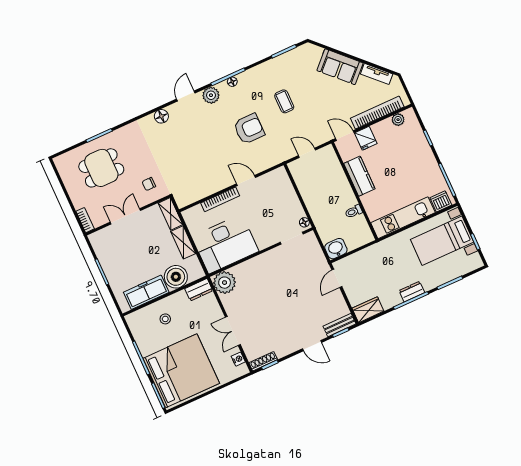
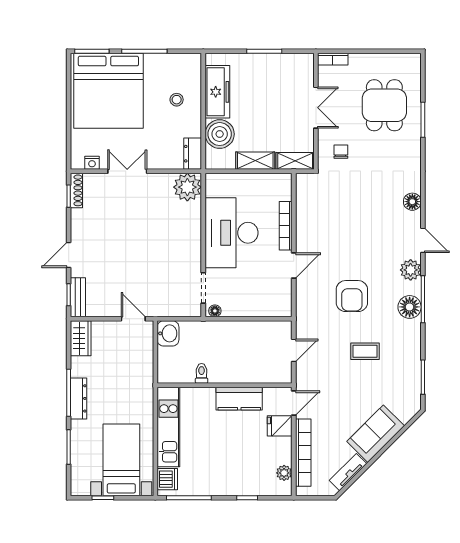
floor lamp: (232, 82) -> (410, 307), width x1.89, depth x1.89
desk: (225, 244) -> (232, 233), moved
dresser: (412, 292) -> (79, 398), width x1.44

